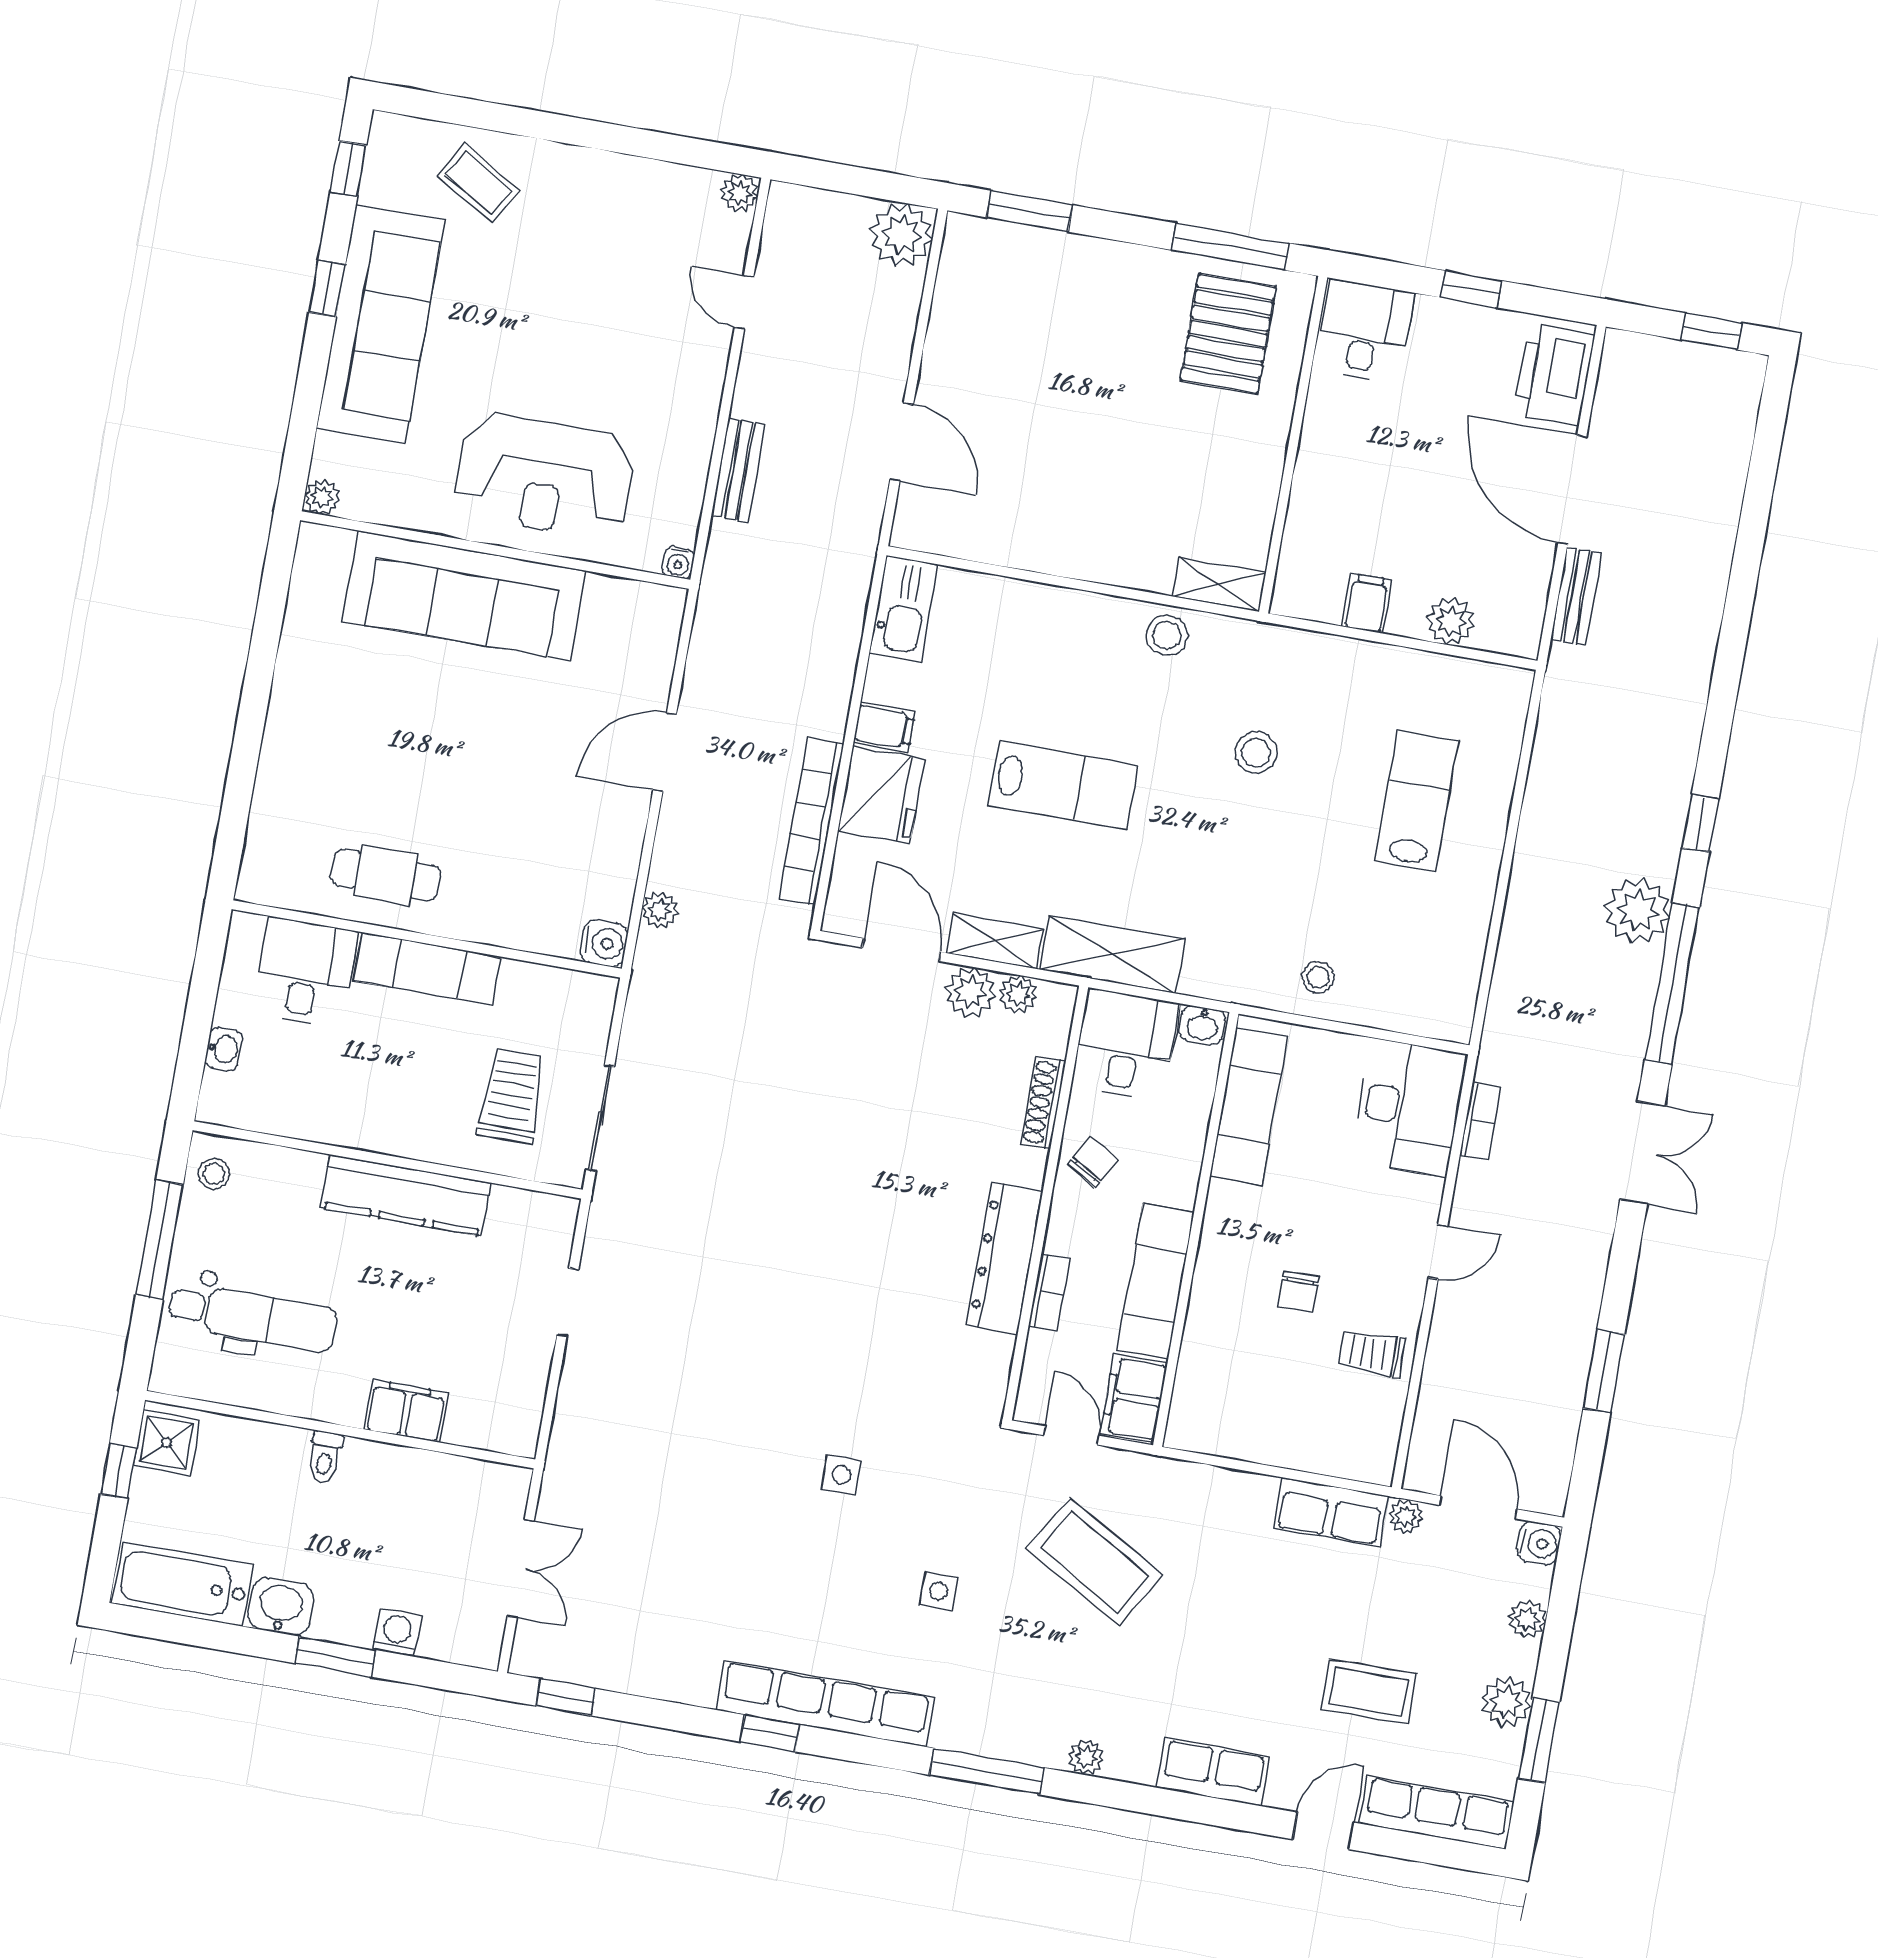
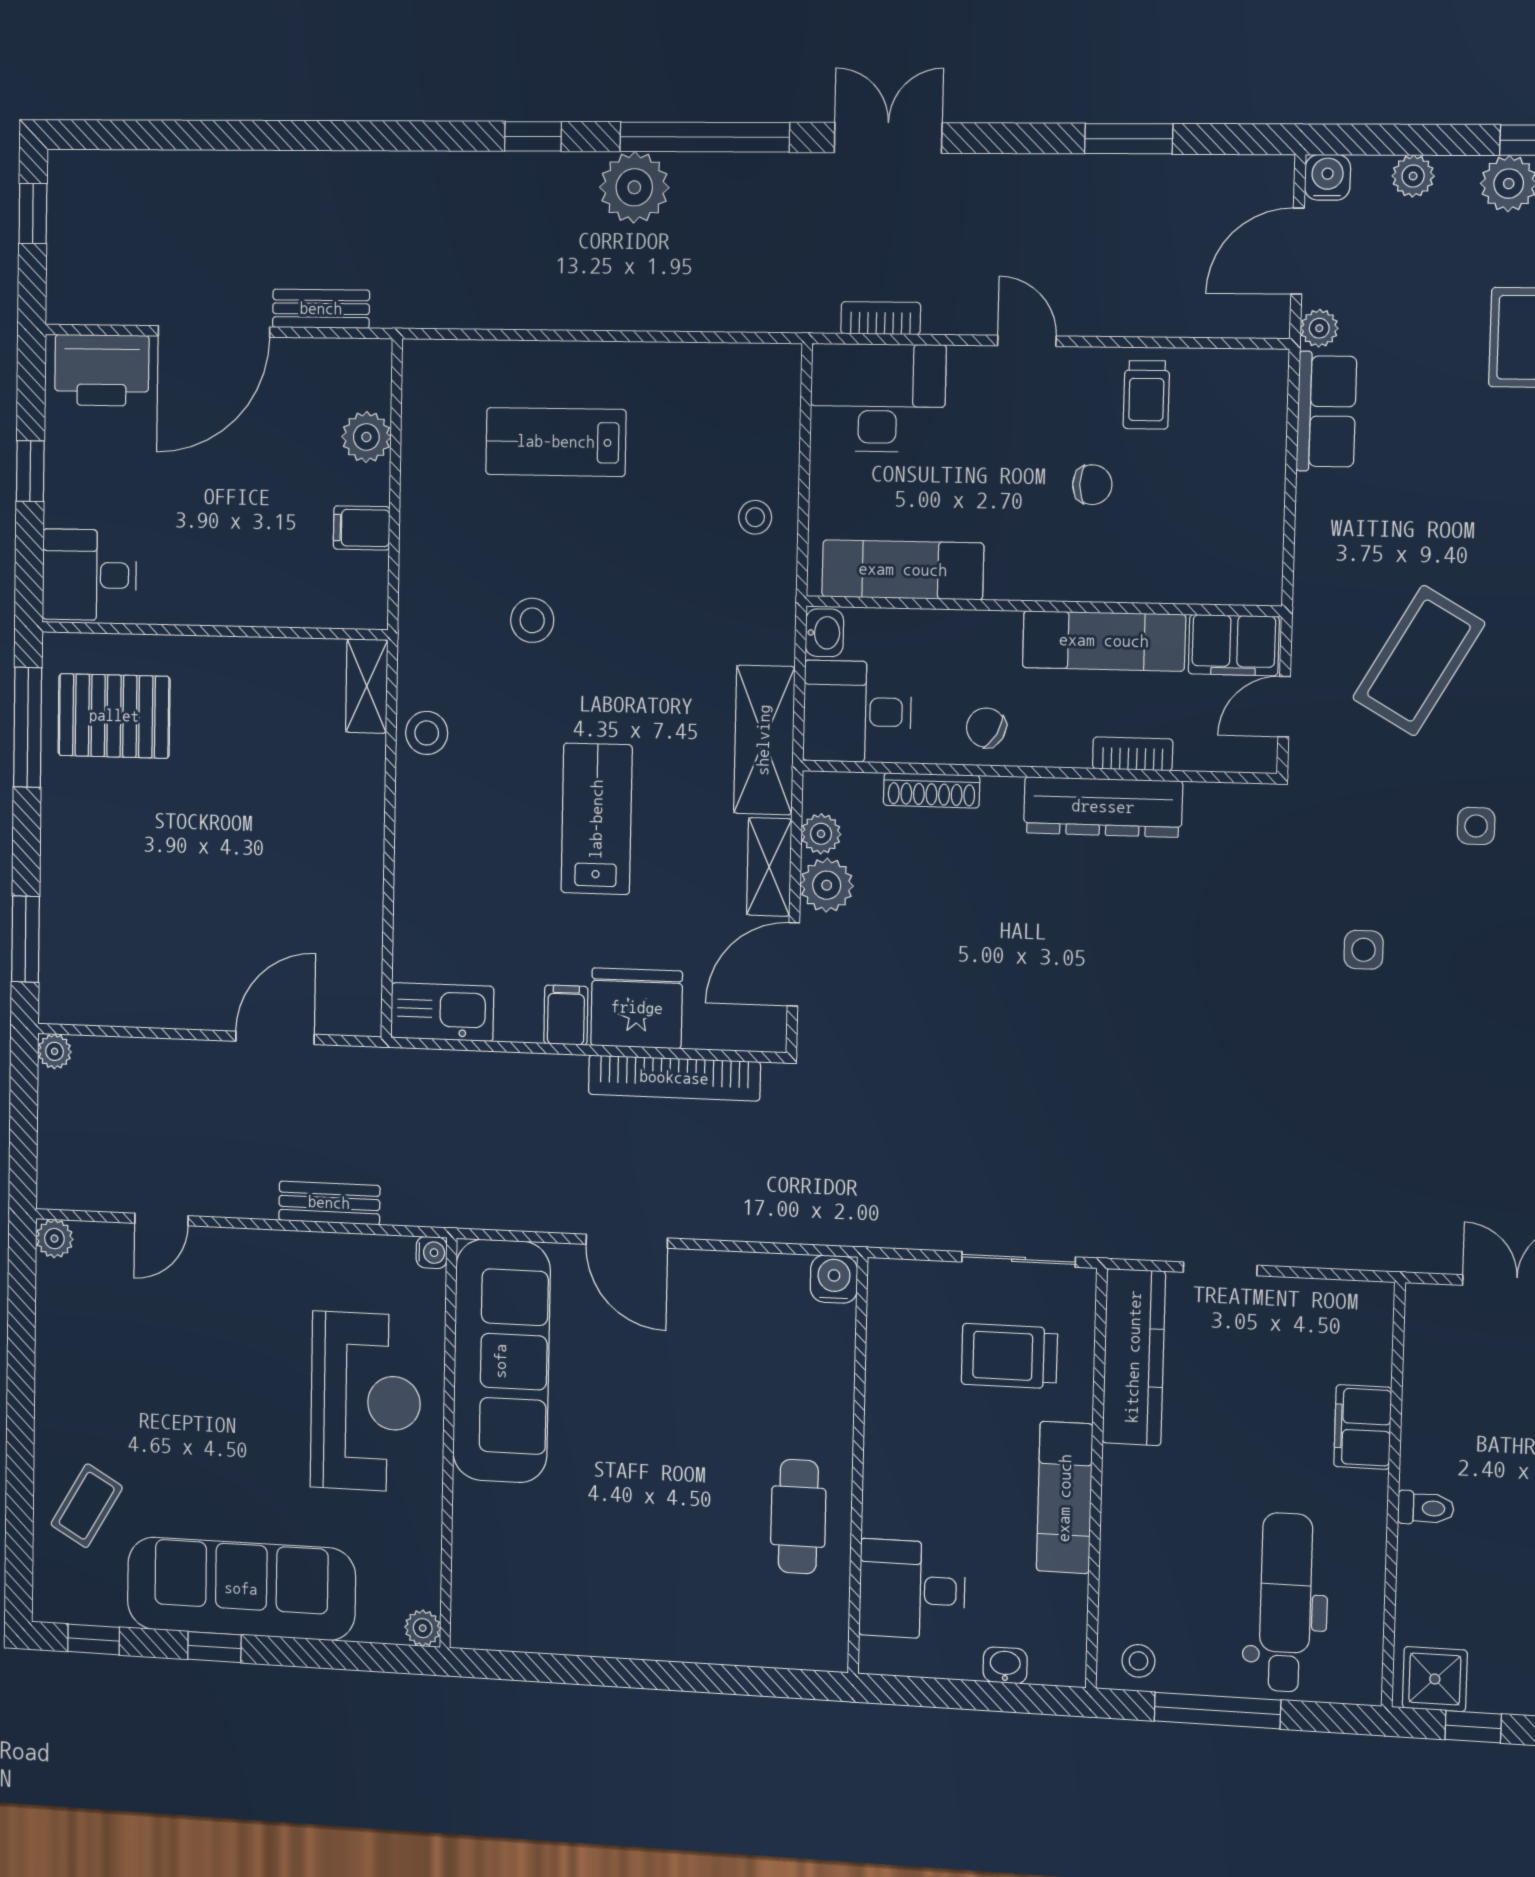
plant: (901, 235) -> (55, 1051), width x0.53, depth x0.53
sofa: (464, 596) -> (501, 1361), moved
plant: (660, 910) -> (791, 1225), removed
exam couch: (427, 969) -> (1065, 1498), moved, turned 180
kitchen counter: (406, 1195) -> (1134, 1357), moved

